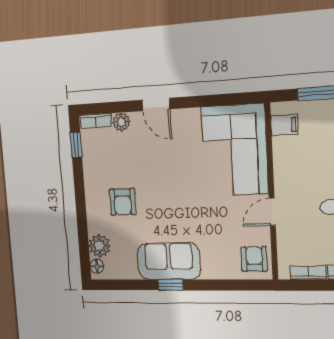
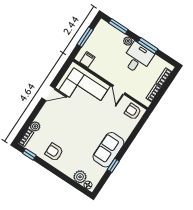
door: (156, 104) -> (48, 93), moved
armchair: (123, 202) -> (54, 152), moved, turned 180
window: (171, 285) -> (113, 165), moved

